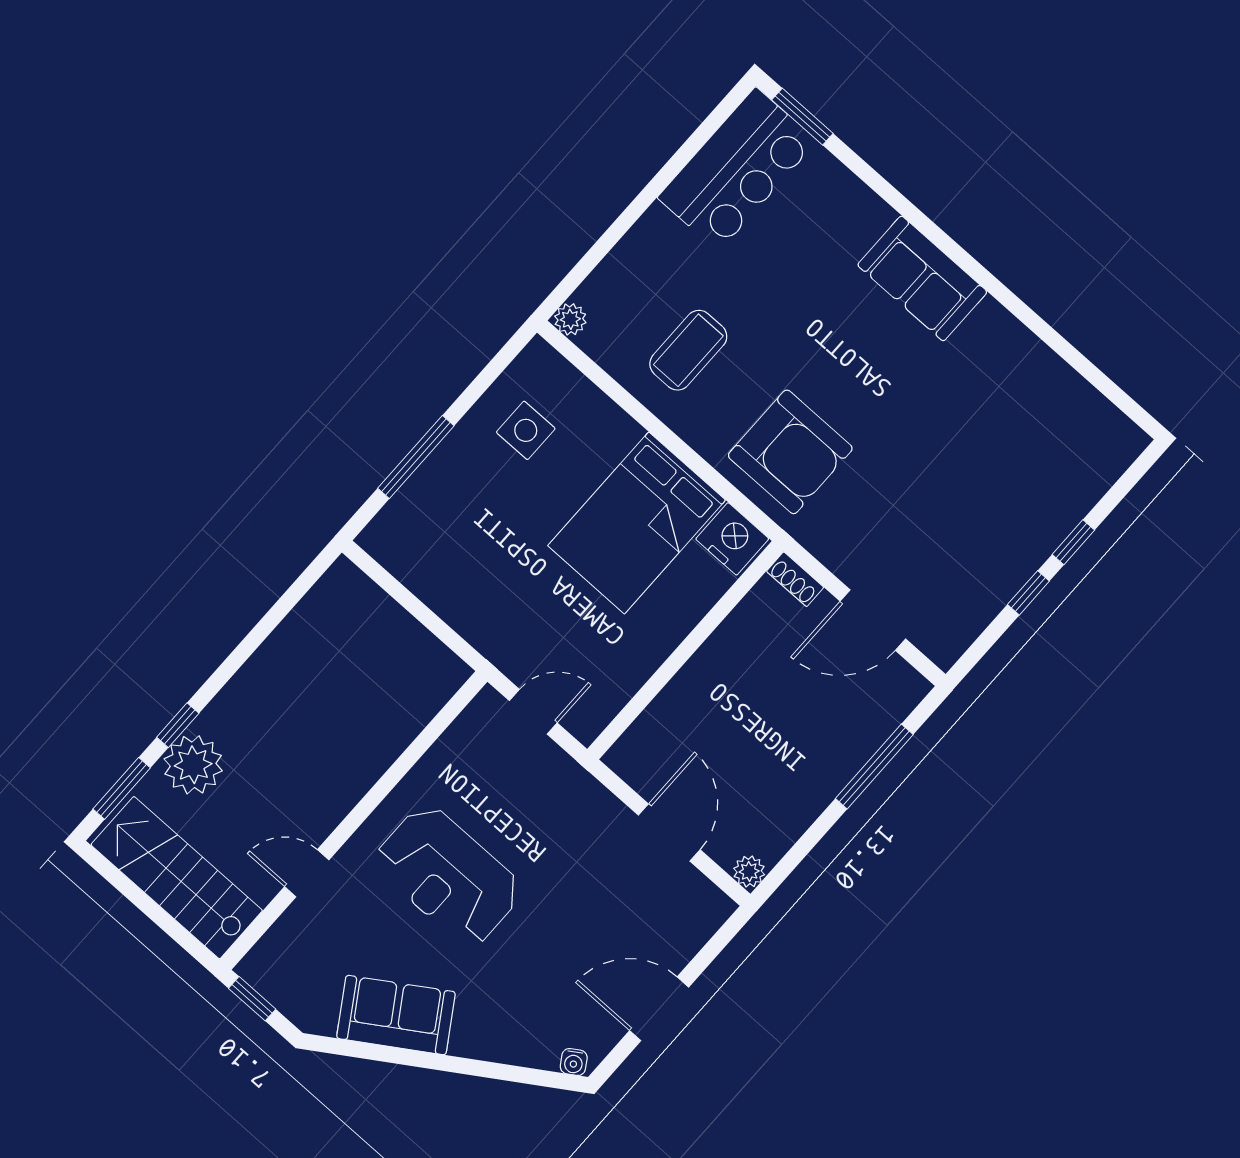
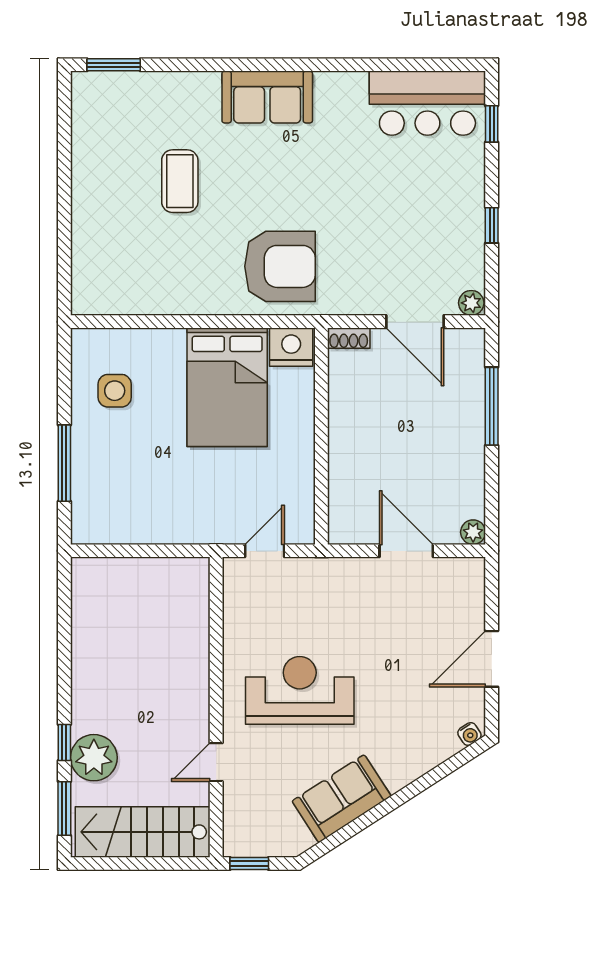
bar counter: (737, 169) -> (427, 103), moved, turned 90
plant: (570, 319) -> (471, 303), moved
coffee table: (688, 350) -> (180, 181), moved
window: (1073, 542) -> (492, 124), moved
door: (873, 620) -> (415, 322), hinge flipped
reception desk: (448, 876) -> (300, 690), turned 180

